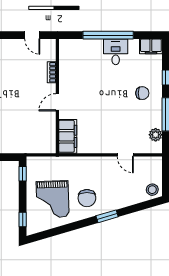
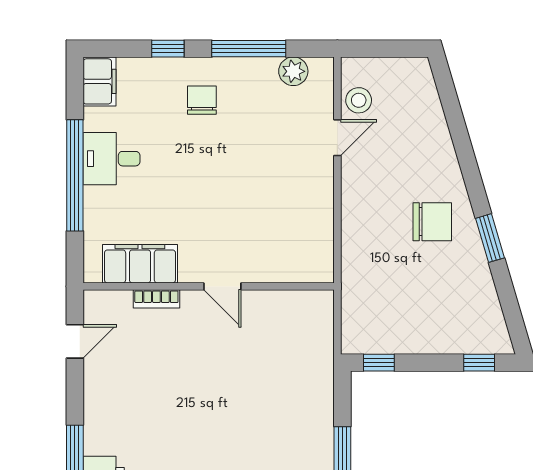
filing cabinet: (68, 136) -> (140, 264), moved
stool: (152, 190) -> (359, 100), moved
grand piano: (53, 199) -> (435, 297), removed
window: (107, 216) -> (490, 238), moved

